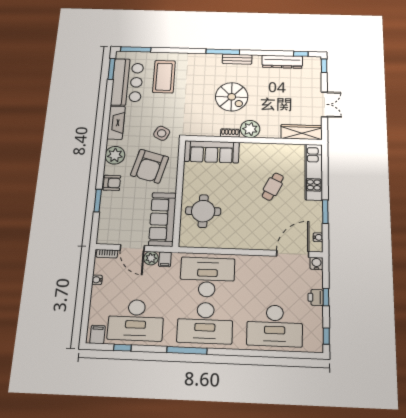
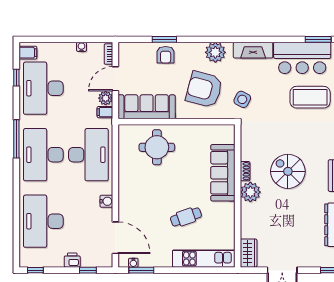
spiral stairs: (232, 97) -> (288, 171), turned 90
wardrobe: (302, 132) -> (249, 253), width x0.67
sofa: (212, 152) -> (223, 173), moved
armchair: (112, 183) -> (166, 55), moved
cafe table: (273, 187) -> (186, 217), turned -45
window: (325, 212) -> (141, 270), moved
water cooler: (316, 263) -> (106, 201), moved
window: (326, 297) -> (88, 270), moved

